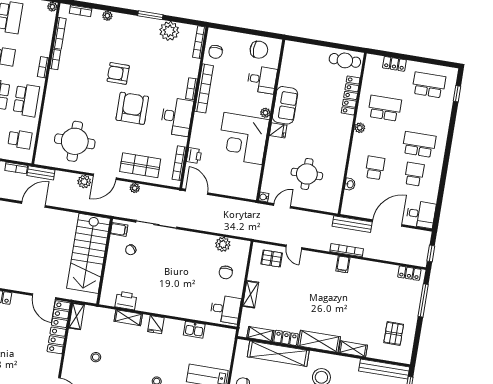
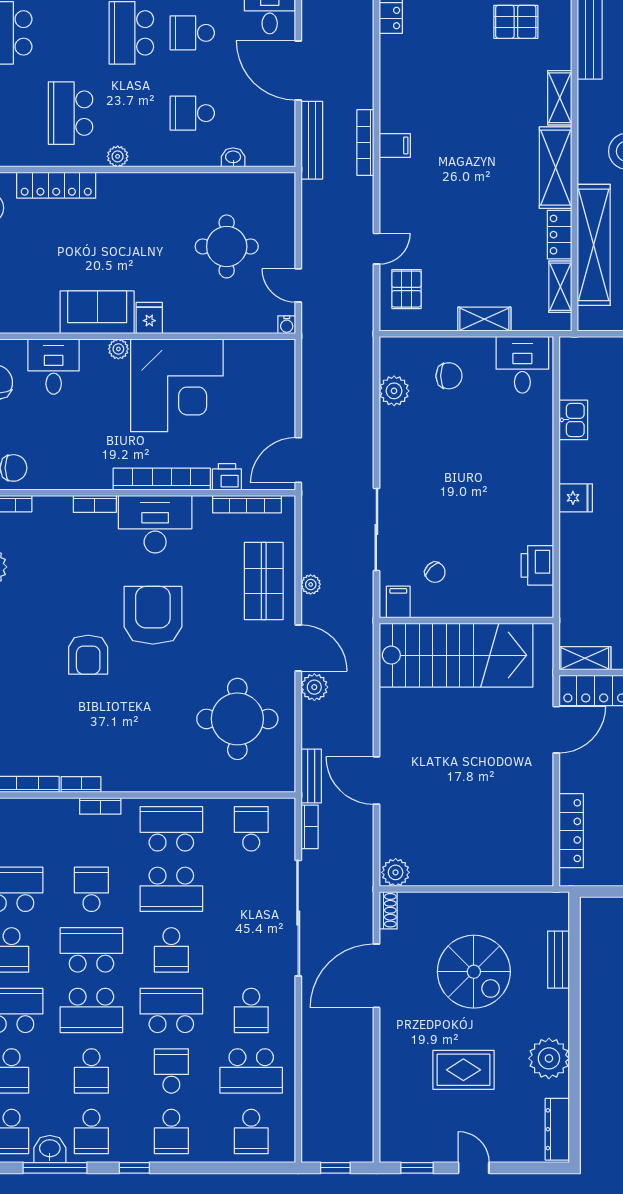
bookcase: (204, 88) -> (162, 479), moved
armchair: (132, 108) -> (153, 615), turned 90
shelving: (128, 318) -> (571, 555), removed

